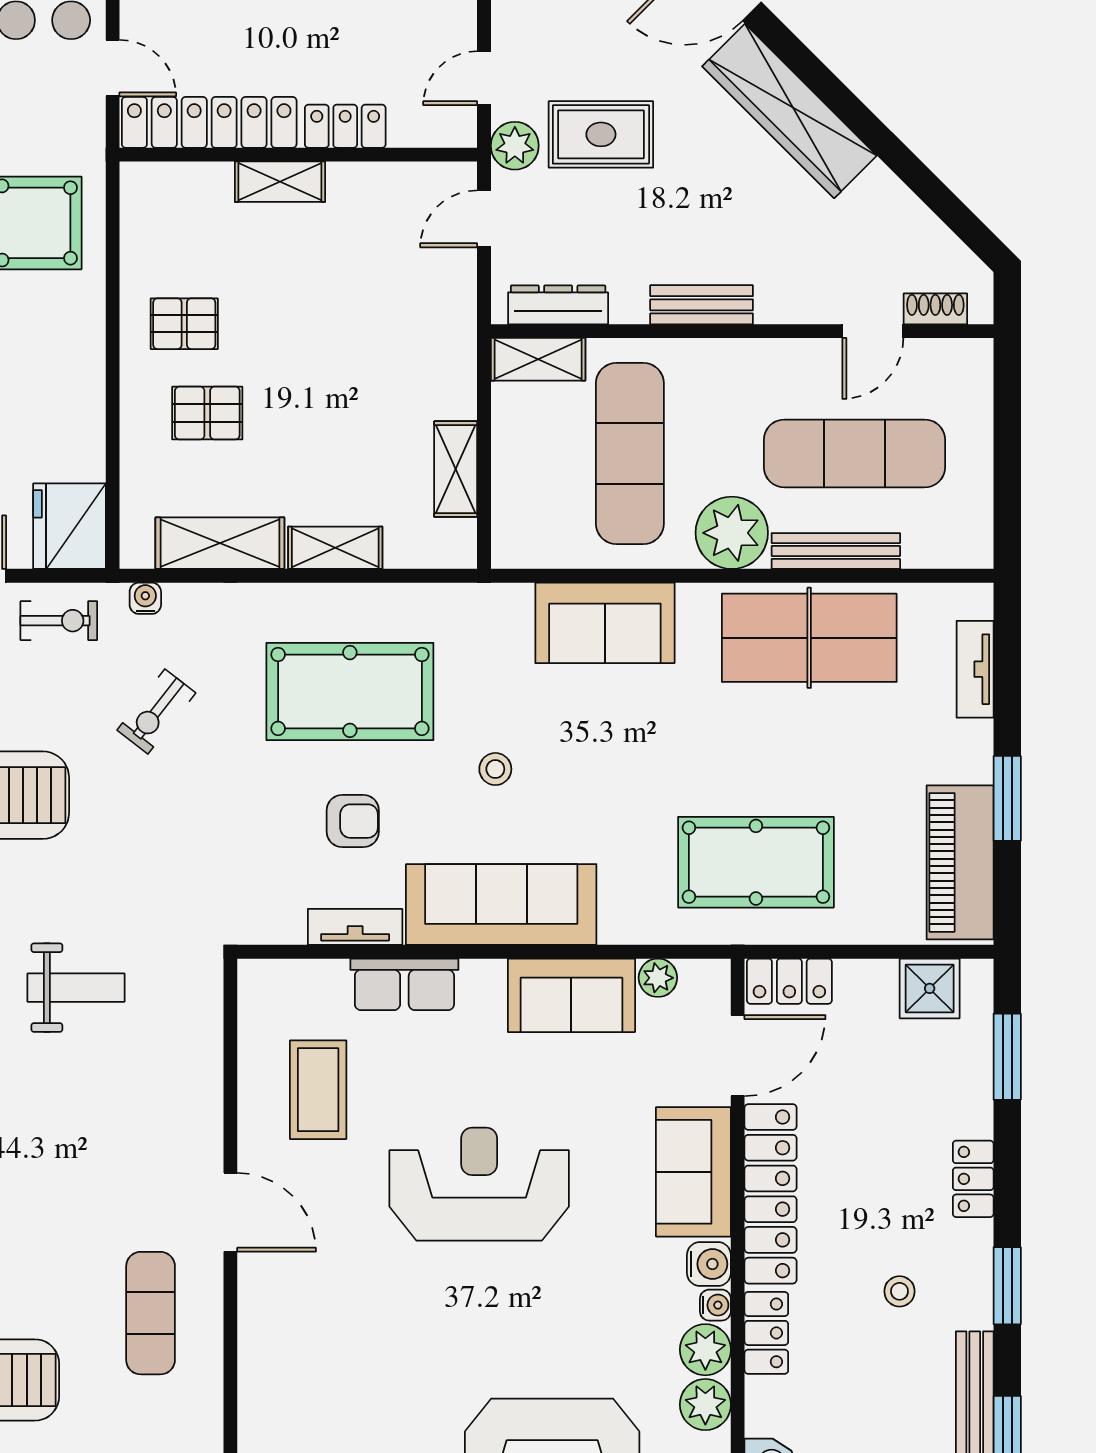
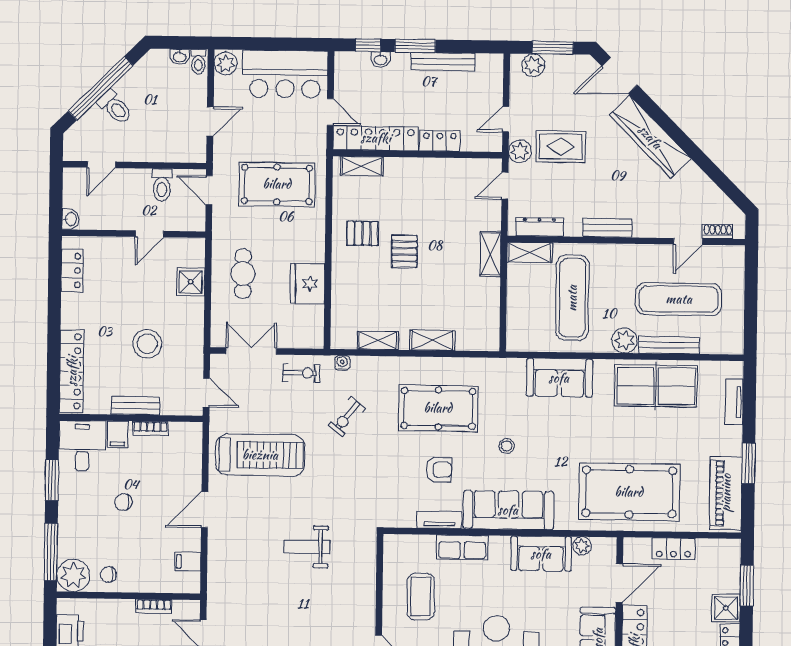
shelving: (280, 182) -> (362, 166), moved
pallet: (207, 413) -> (404, 251), moved, turned 90
shelving: (456, 469) -> (491, 254), moved
fridge: (70, 526) -> (307, 284), moved
plant: (732, 533) -> (624, 340), width x0.73, depth x0.73
shelving: (220, 543) -> (378, 340), width x0.67, depth x0.75
pool table: (756, 862) -> (629, 492), width x1.36, depth x1.32
locker: (789, 981) -> (674, 549), moved
weight bench: (76, 988) -> (307, 547), turned 180
shower: (930, 988) -> (726, 608), moved

